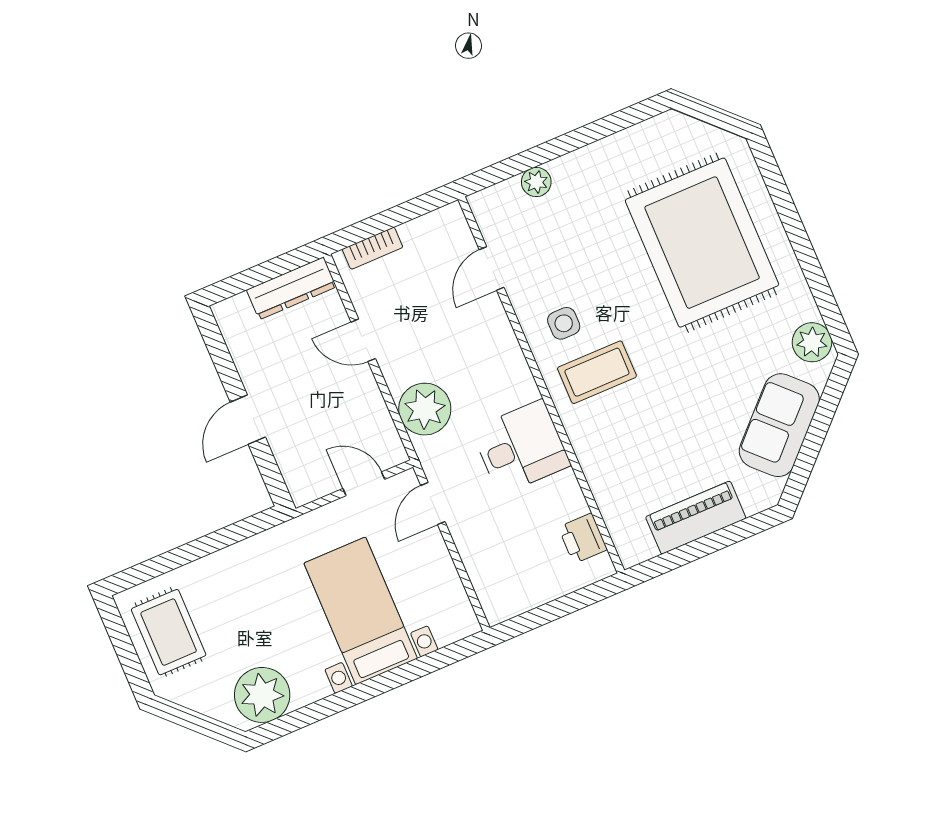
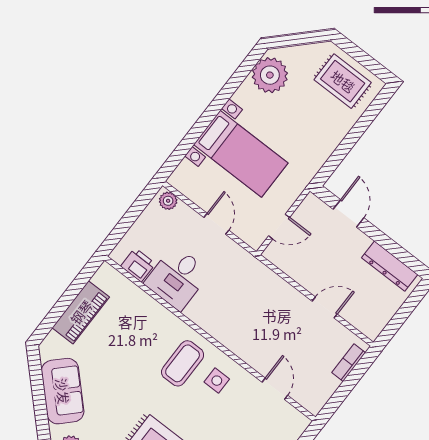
dresser: (291, 288) -> (390, 266), moved, turned -90
plant: (425, 409) -> (168, 201), moved, width x0.53, depth x0.53
door: (248, 420) -> (349, 214), moved
desk: (521, 447) -> (177, 278), moved
door: (433, 503) -> (216, 224), moved

